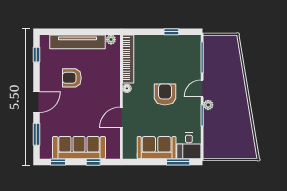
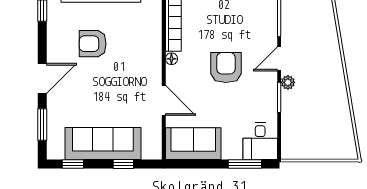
door: (121, 117) -> (164, 100), swing flipped
sofa: (157, 148) -> (193, 144), moved

